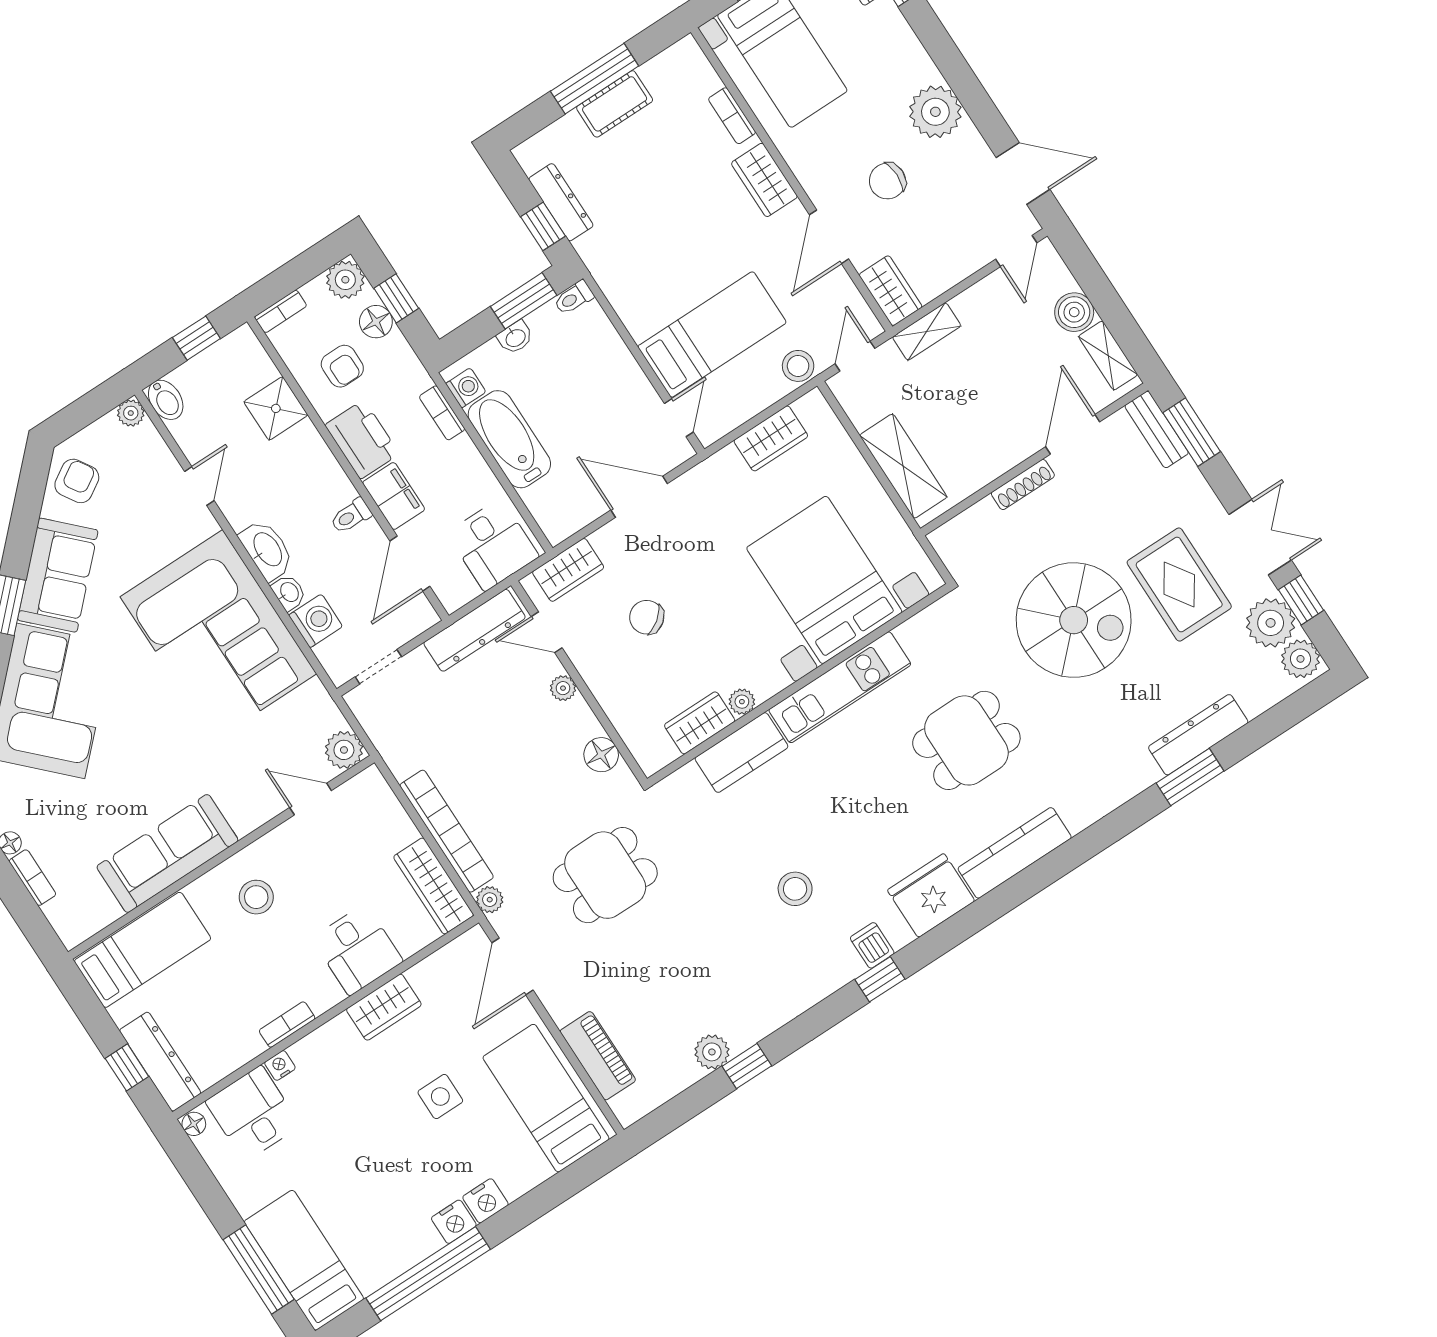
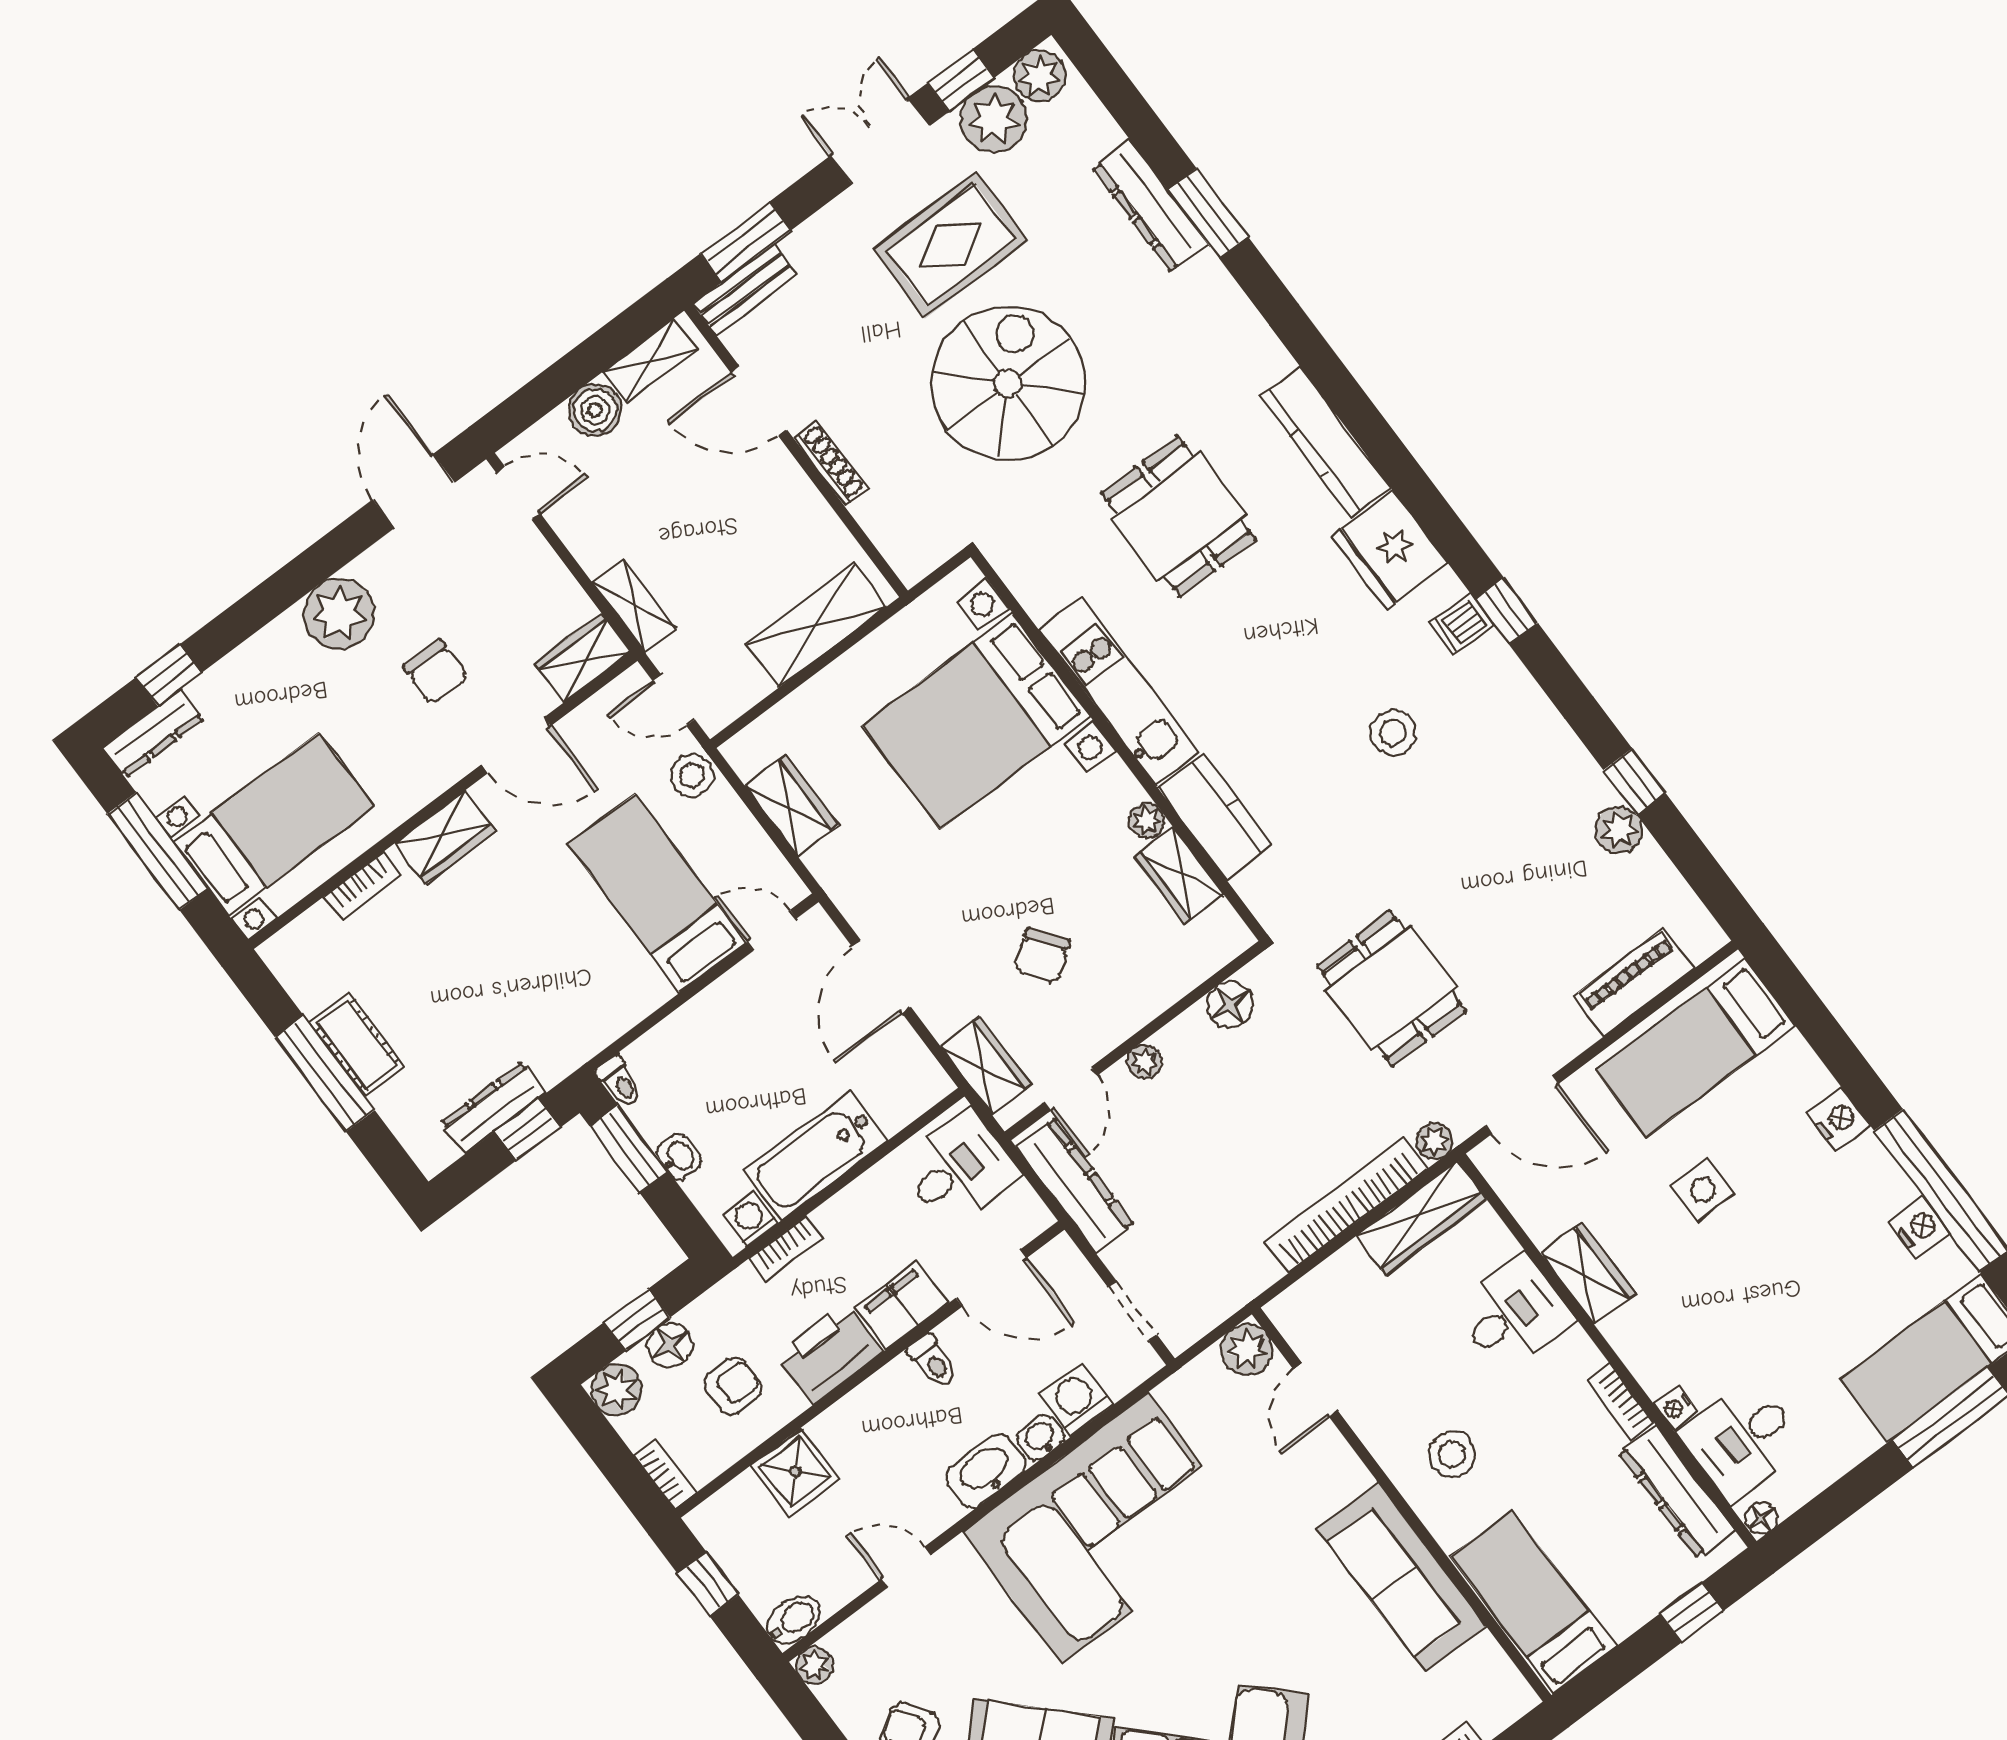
dresser: (160, 1062) -> (1677, 1492), moved, turned -90
nightstand: (454, 1222) -> (1920, 1228), moved

